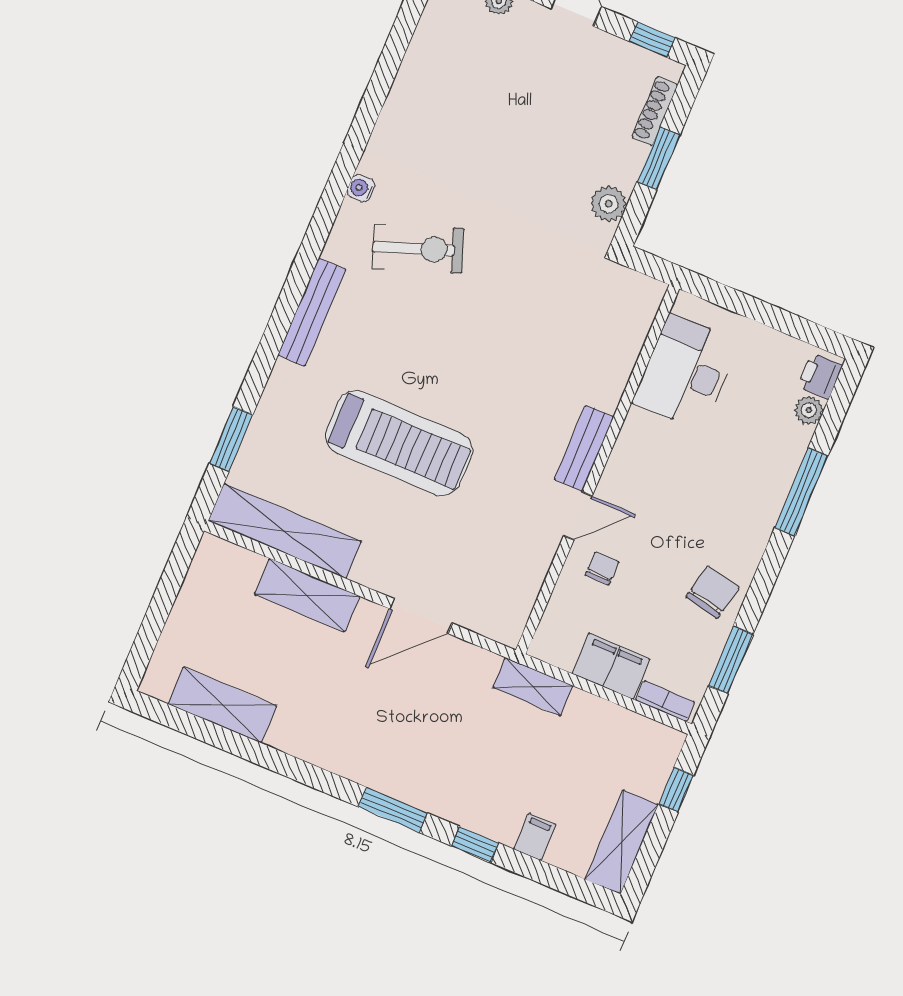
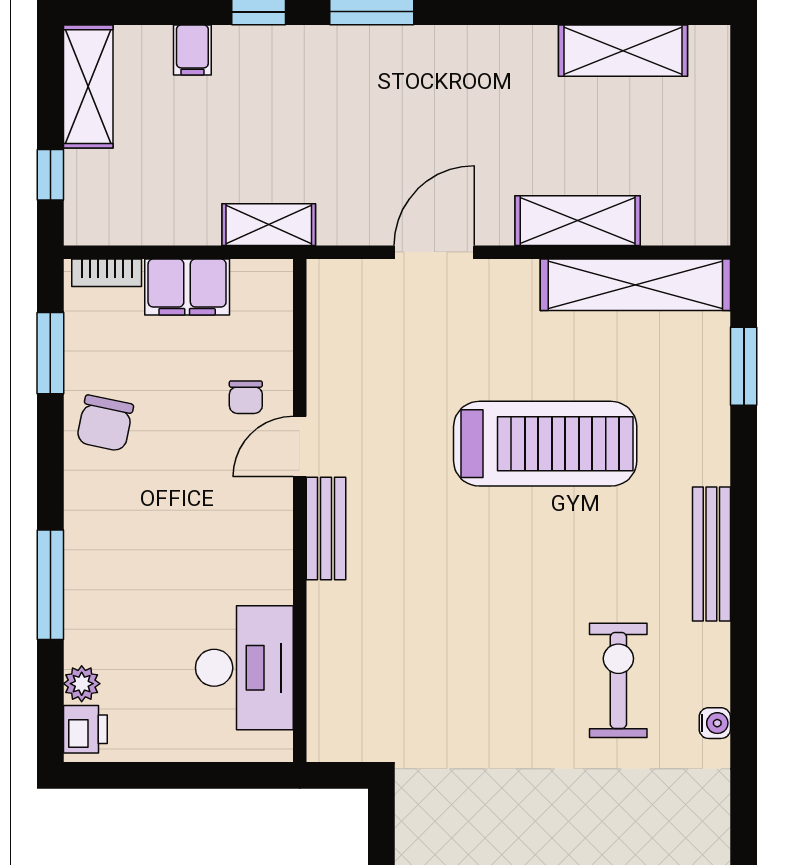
plant: (609, 204) -> (418, 827), removed
exercise bike: (418, 249) -> (618, 680), turned 110
treadmill: (399, 443) -> (545, 444), turned 180

